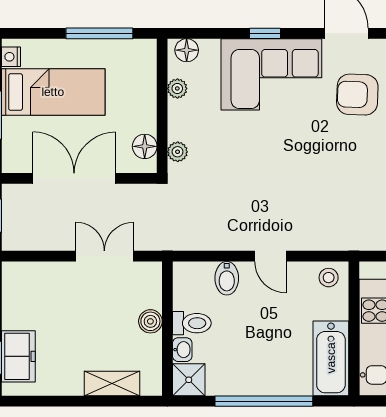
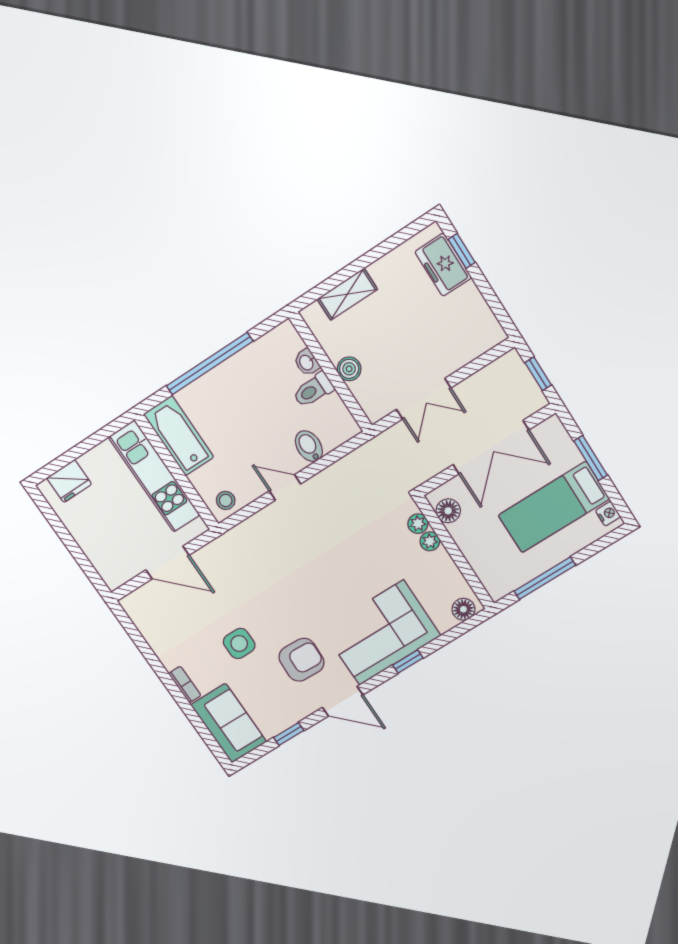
plant: (177, 88) -> (430, 541), moved
shower: (189, 380) -> (284, 340), removed

